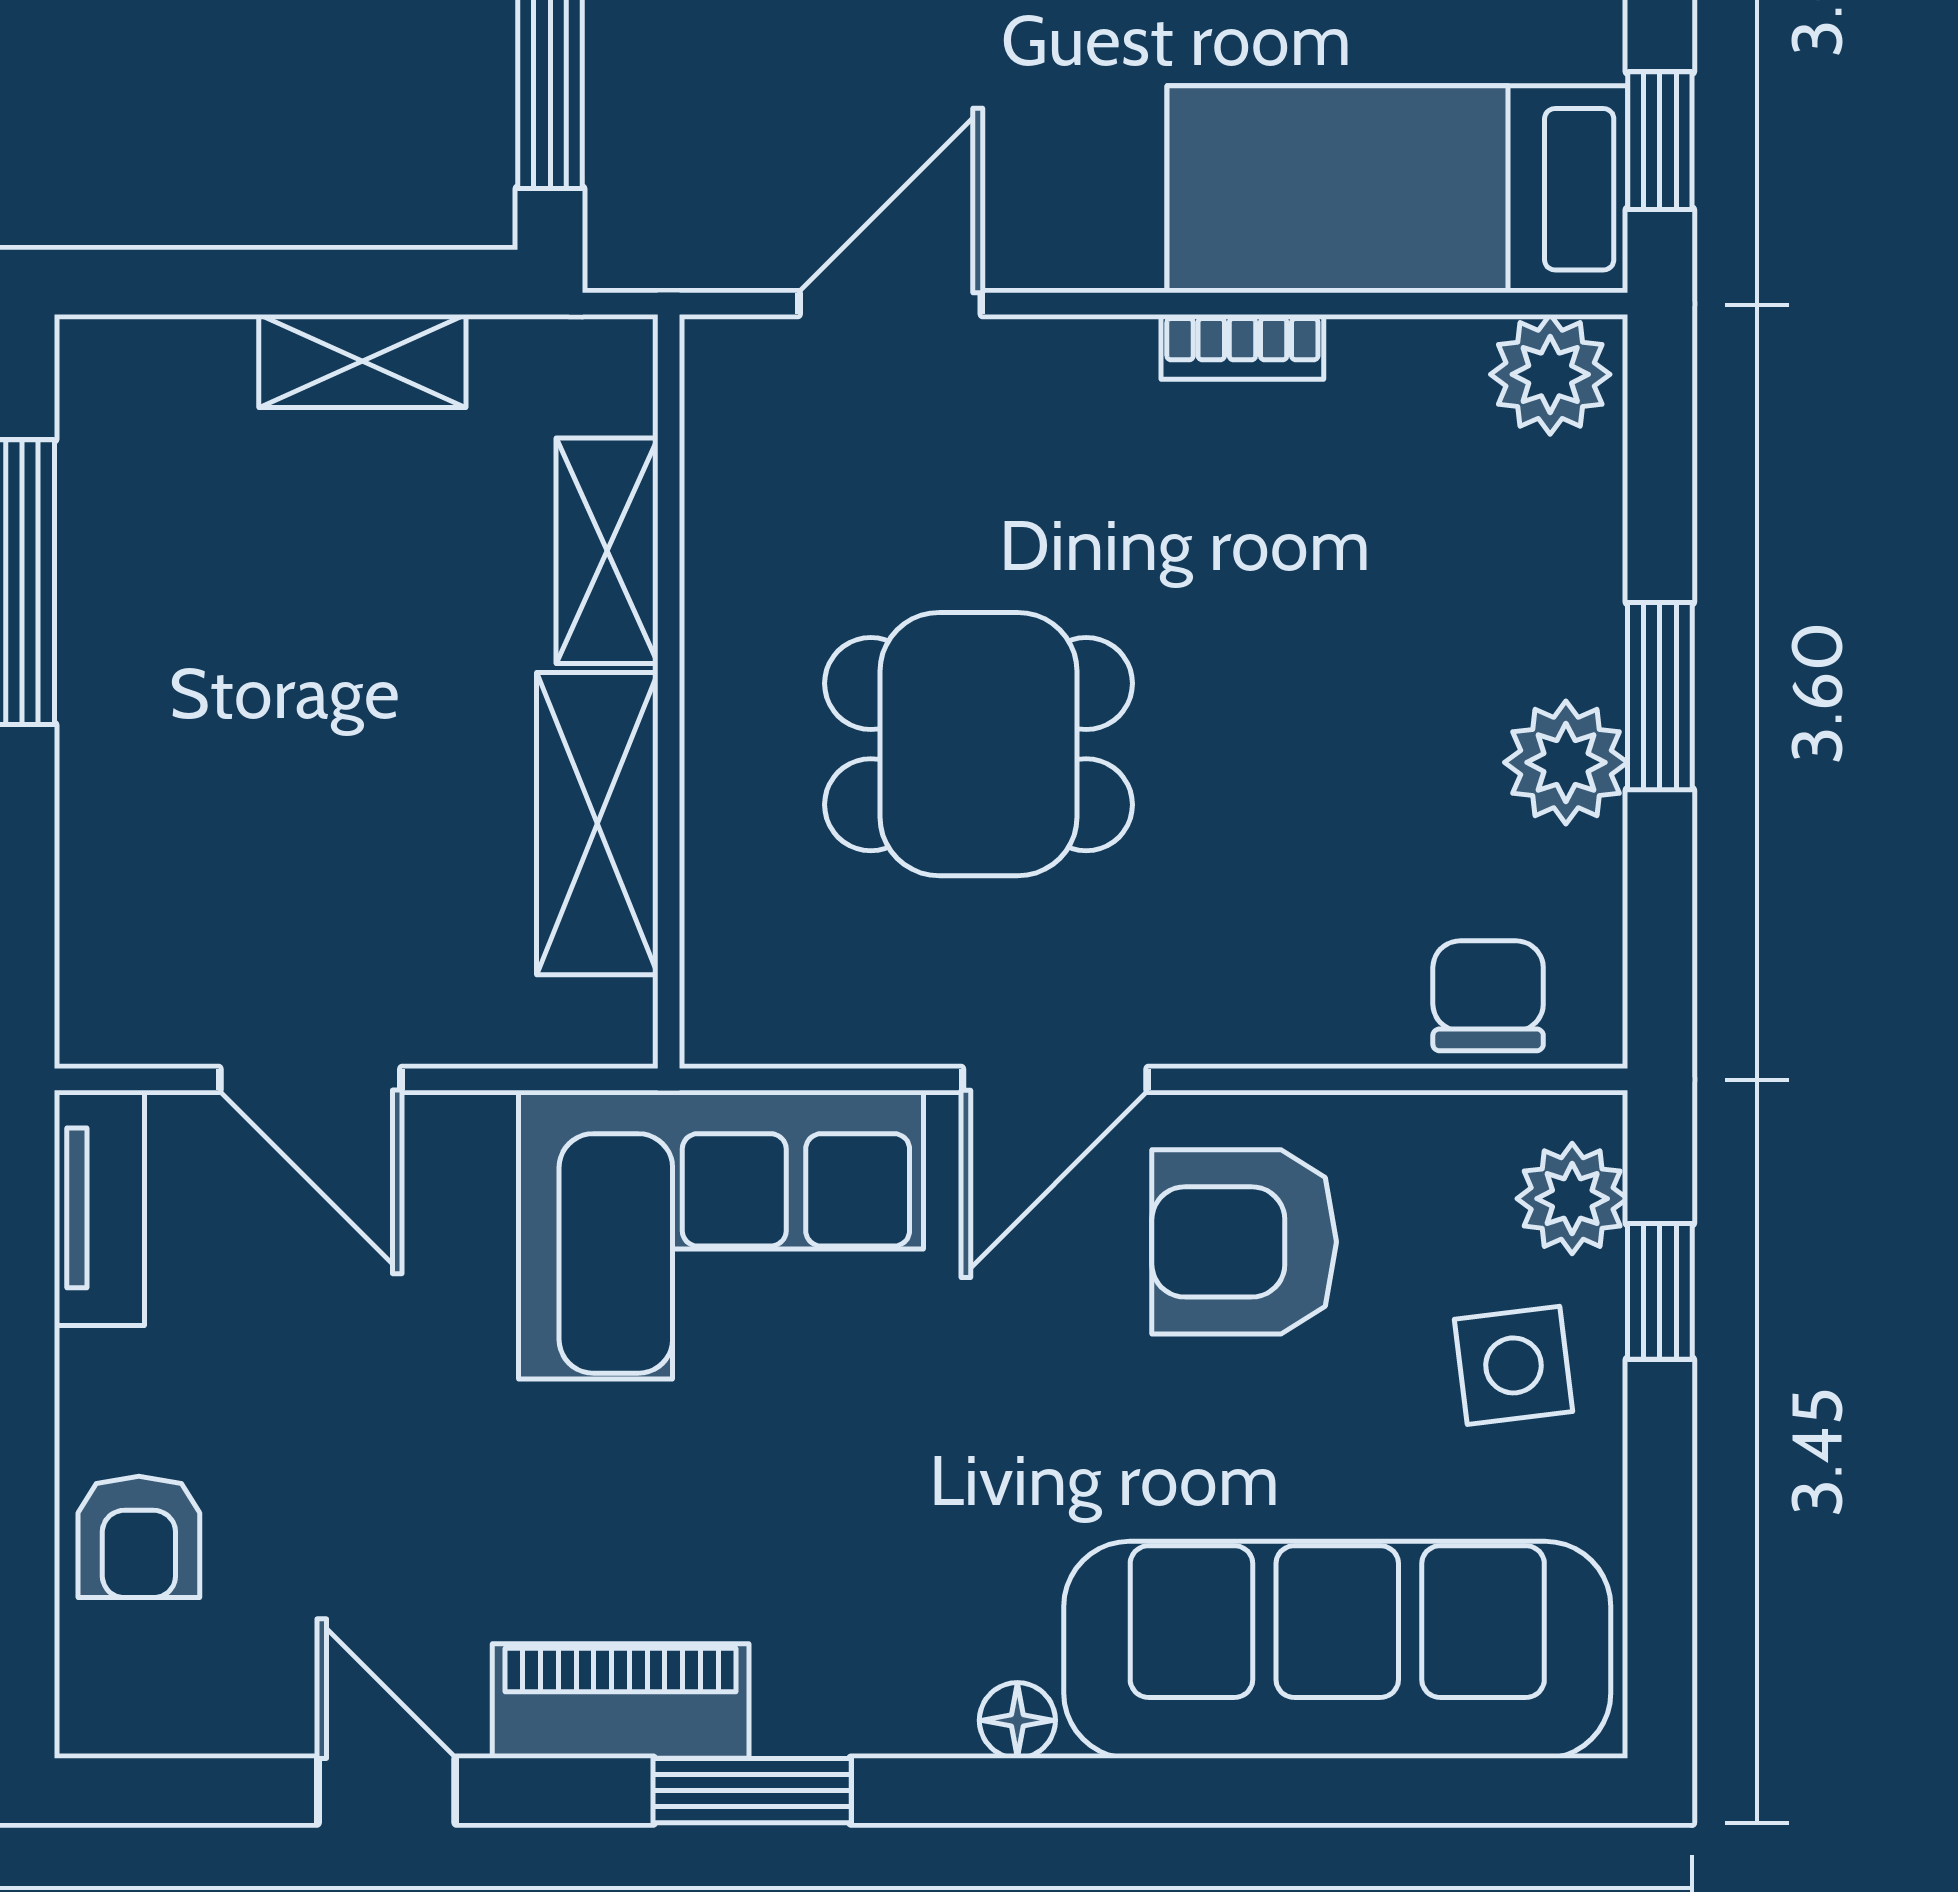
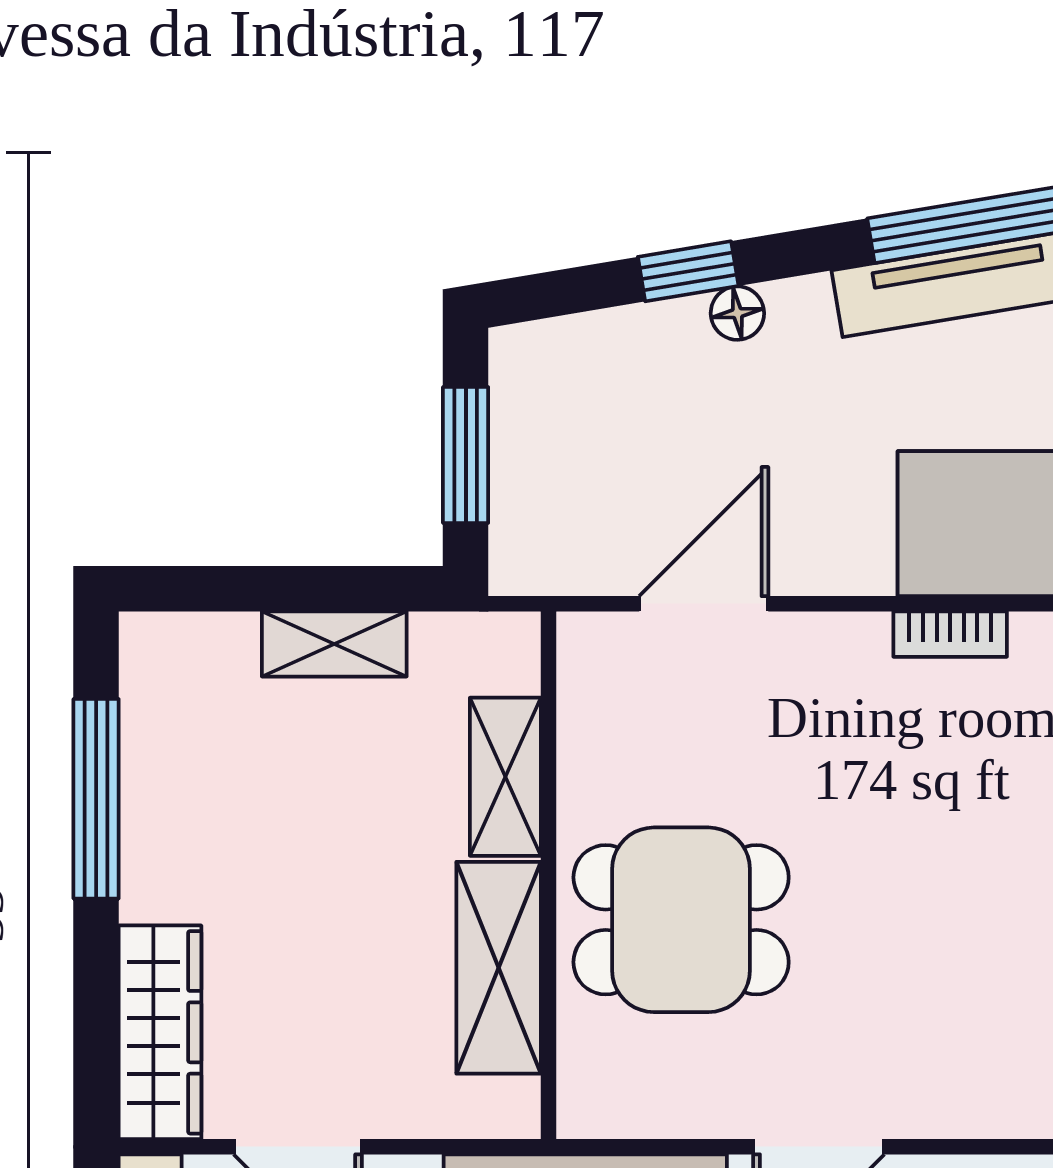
dining table: (979, 744) -> (681, 920), moved
wardrobe: (113, 916) -> (160, 1032), added

